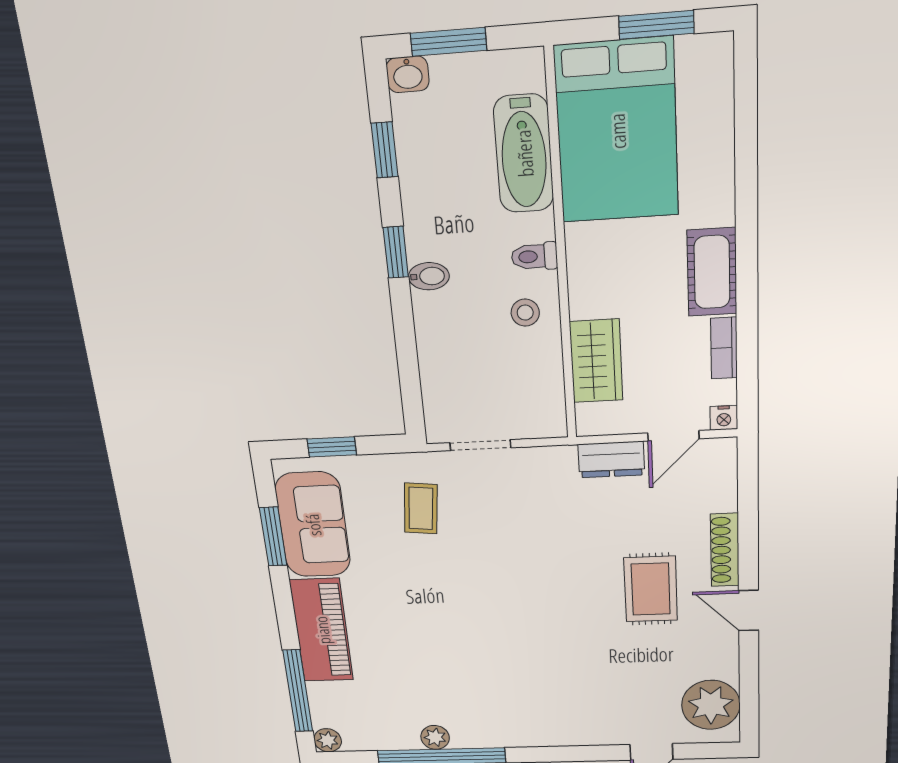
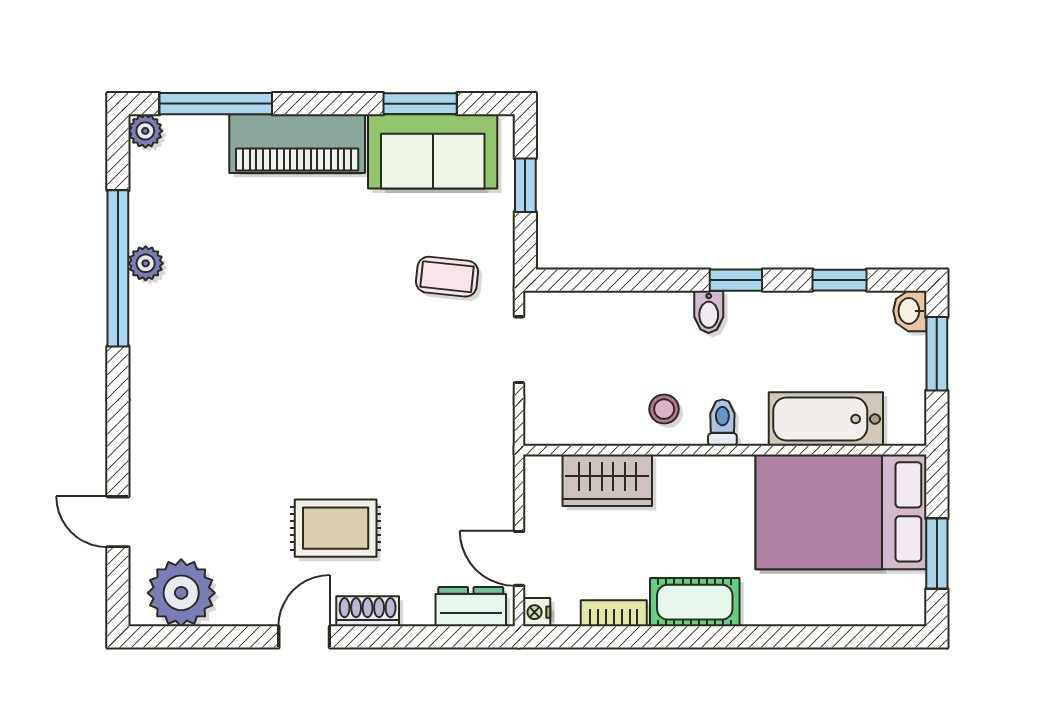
dresser: (611, 460) -> (471, 607), moved, turned 90
shoe rack: (725, 550) -> (368, 611), width x0.70

